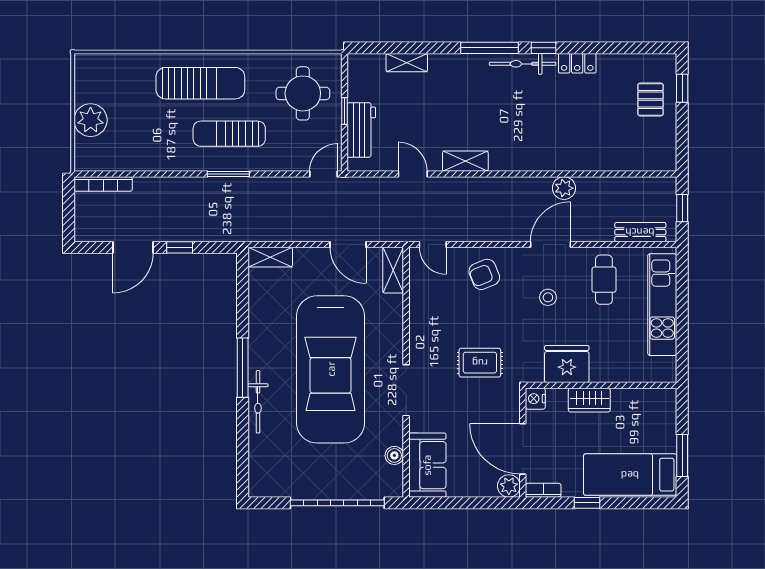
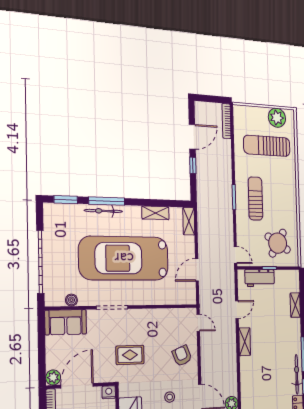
sun lounger: (200, 83) -> (267, 146), moved, turned 90
round table: (303, 93) -> (278, 243), turned 31
plant: (91, 120) -> (277, 118), moved
door: (433, 244) -> (198, 323), swing flipped
door: (133, 247) -> (192, 137), swing flipped
shelving: (393, 270) -> (155, 213), moved
rug: (480, 363) -> (130, 355), turned 90
window: (243, 368) -> (107, 201), moved
window: (243, 462) -> (66, 200), added

